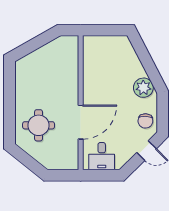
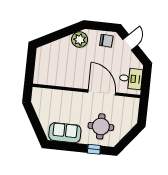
sofa: (26, 82) -> (65, 133), added
window: (9, 120) -> (94, 149), added

